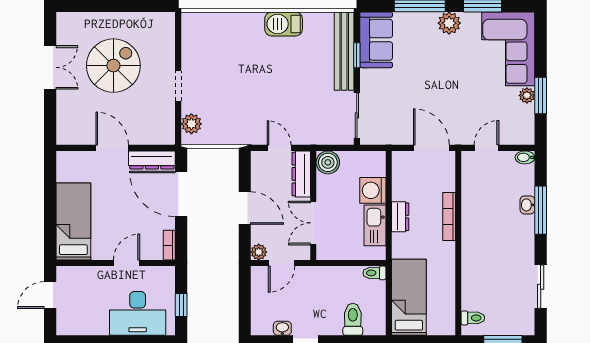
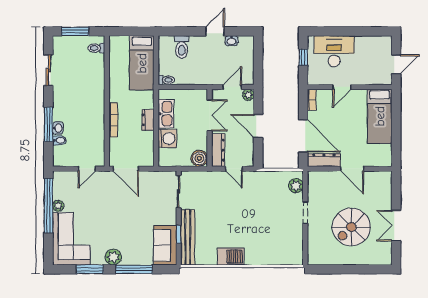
window: (541, 96) -> (48, 206), width x2.11
bidet: (525, 157) -> (60, 140), moved

